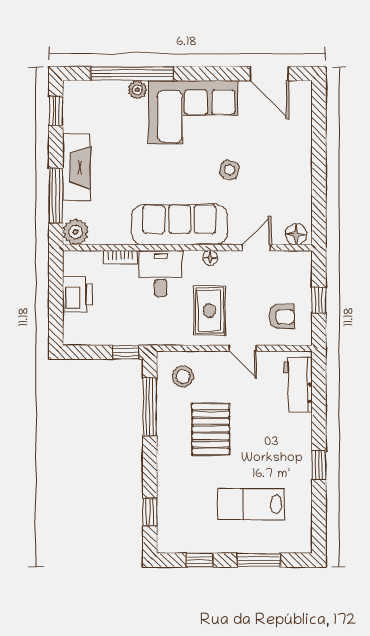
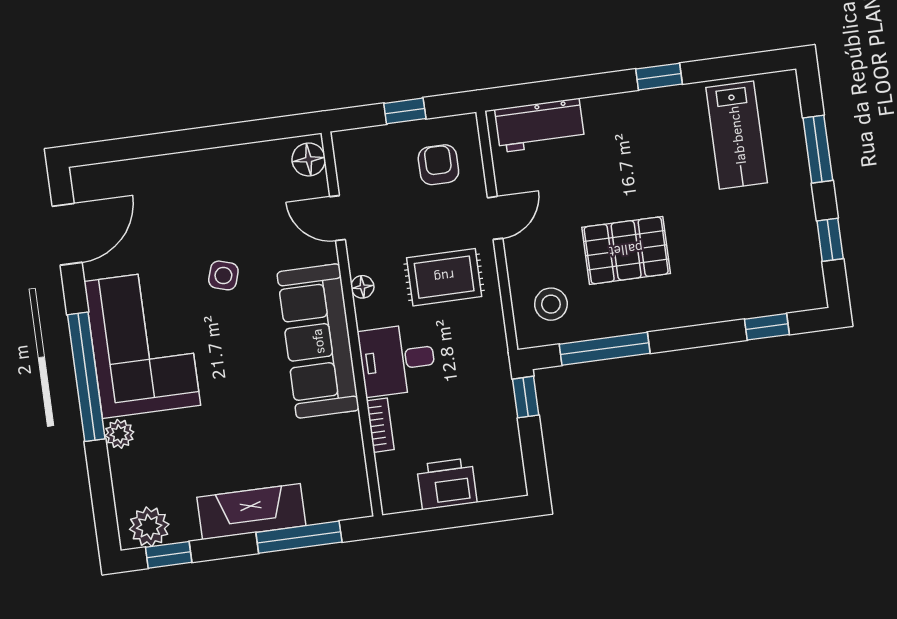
window: (132, 74) -> (86, 377), moved
plant: (76, 232) -> (149, 527), moved
lab bench: (251, 504) -> (737, 135), moved

